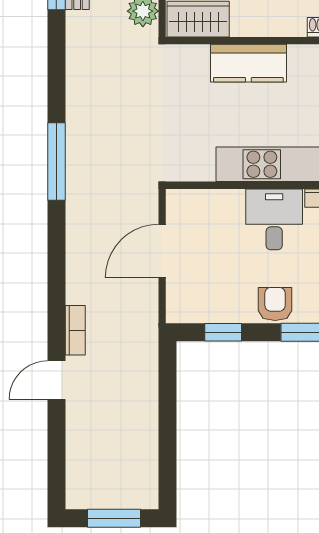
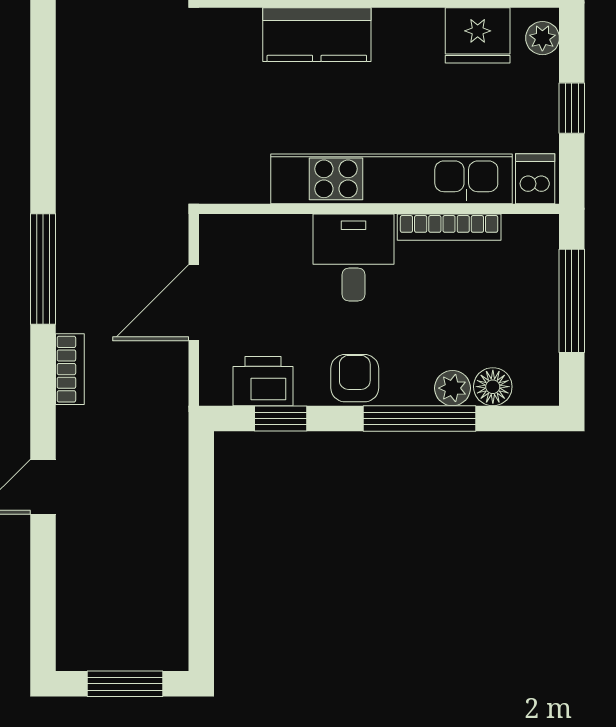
window: (56, 161) -> (43, 269), moved
printer: (211, 306) -> (263, 381), added
bookcase: (75, 330) -> (70, 369), moved

